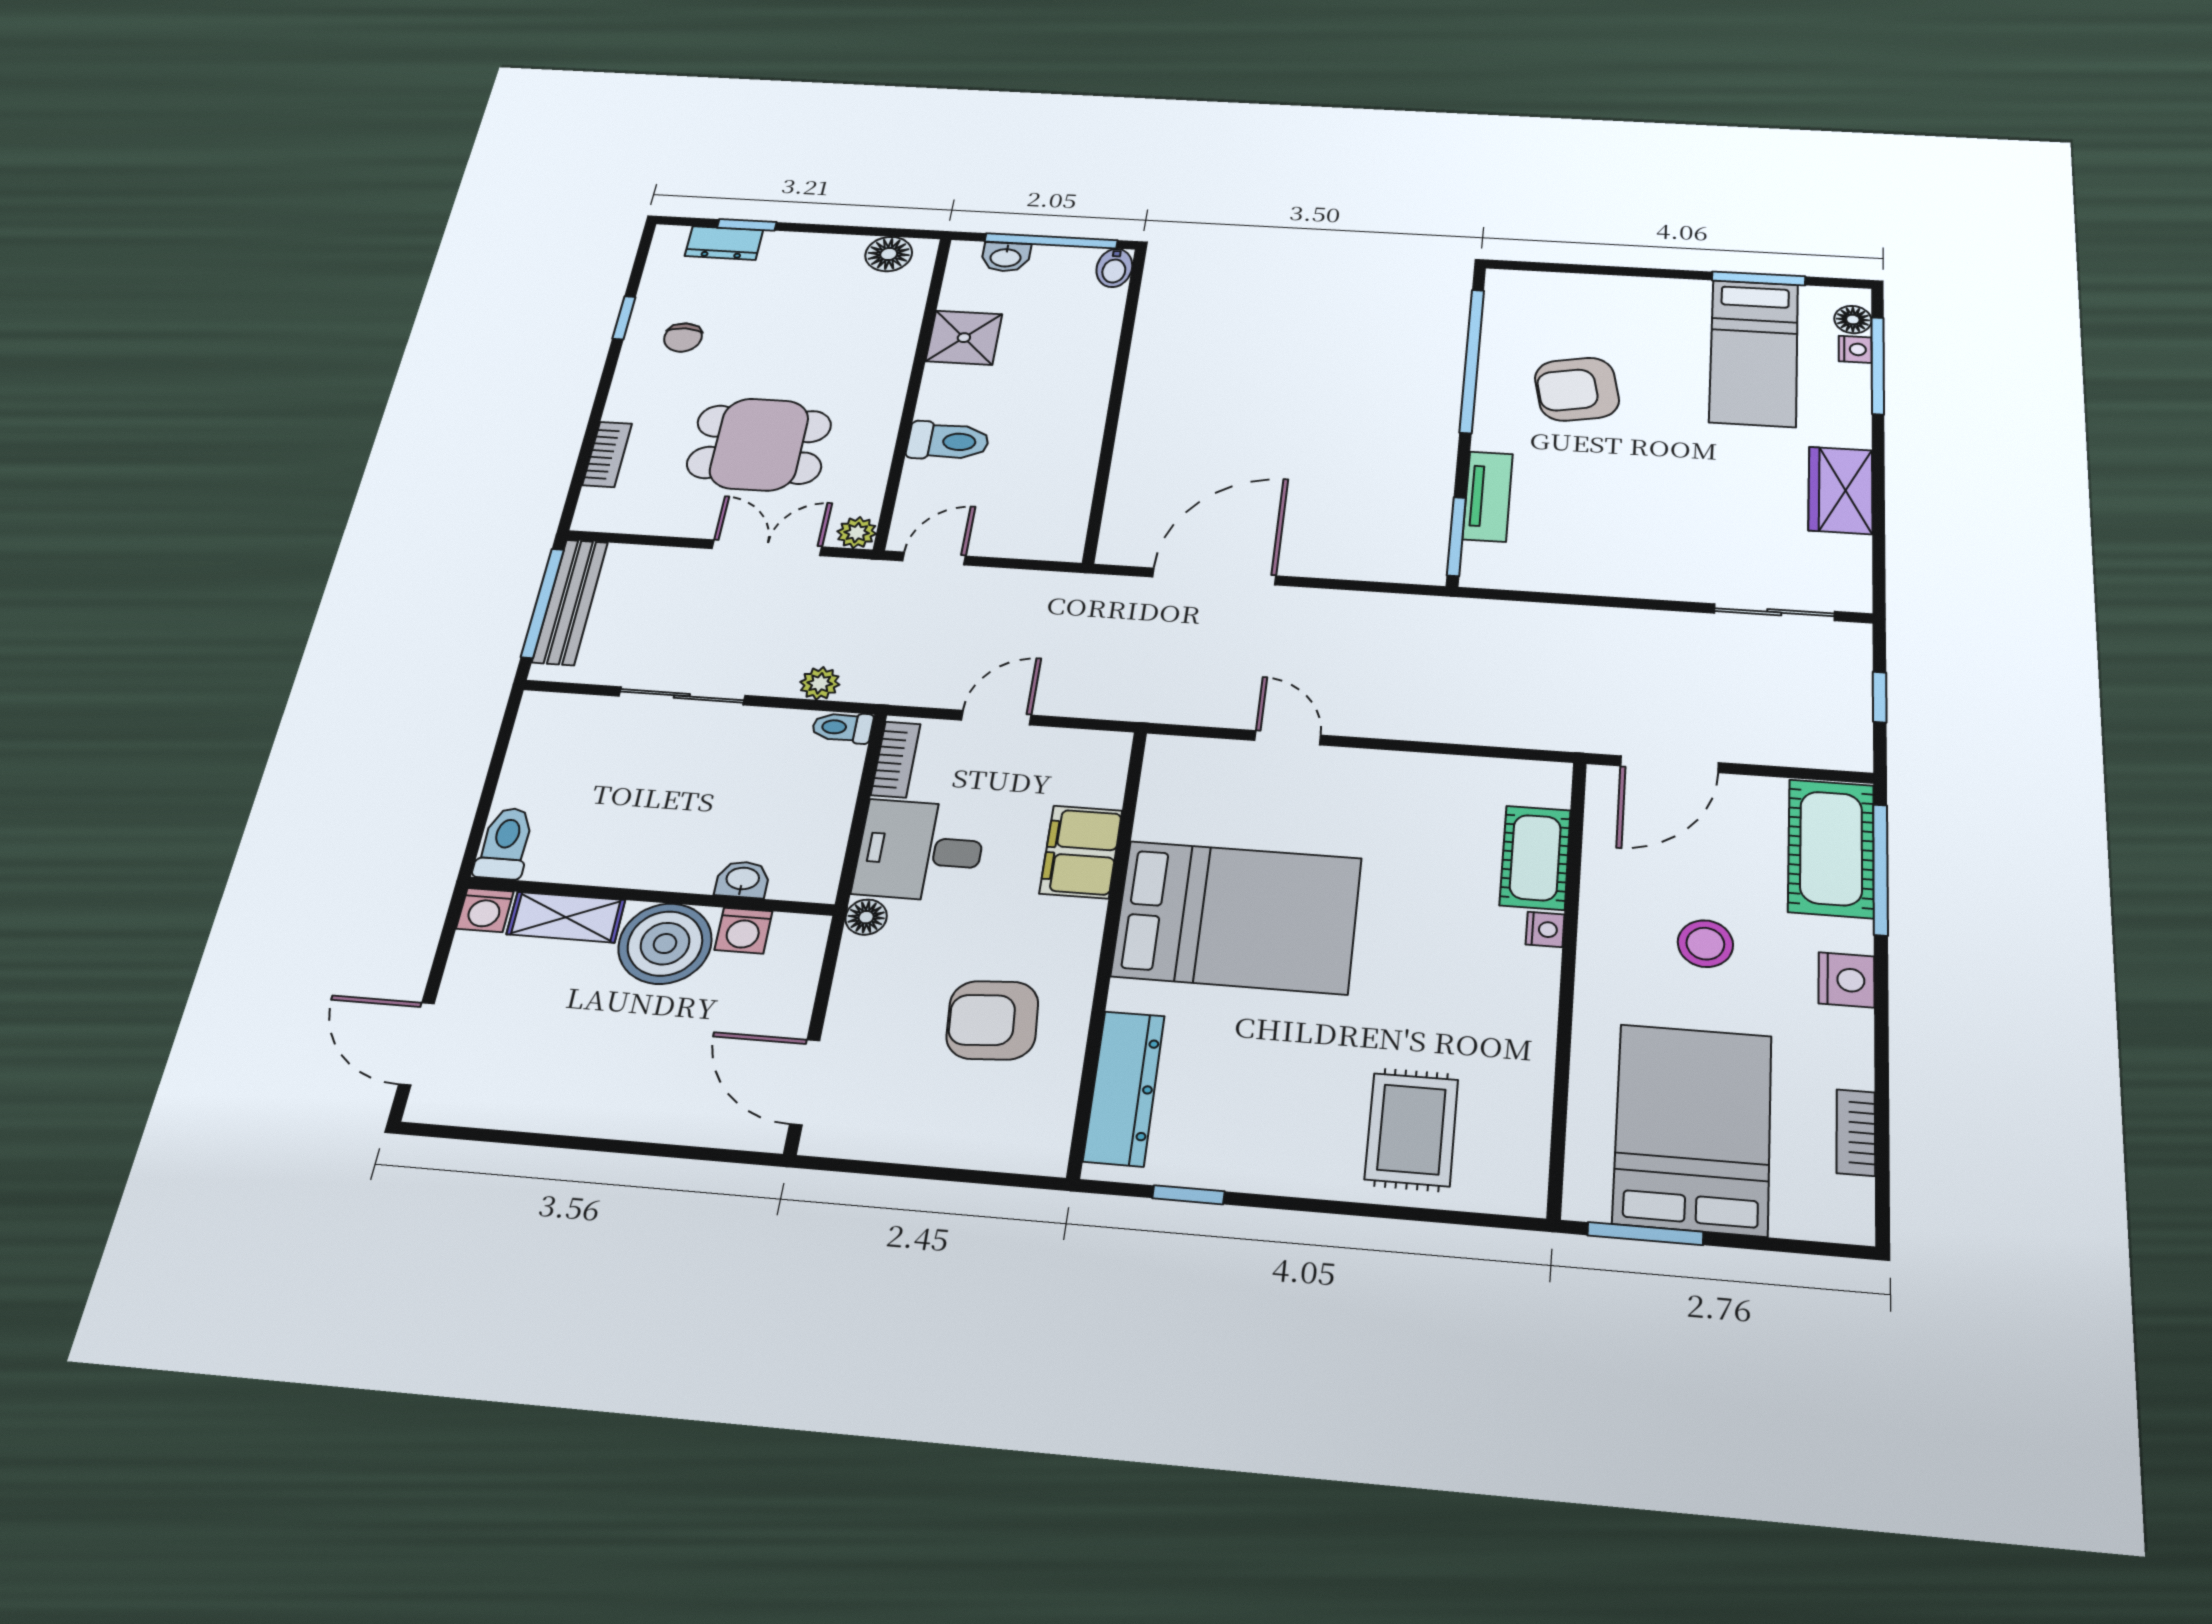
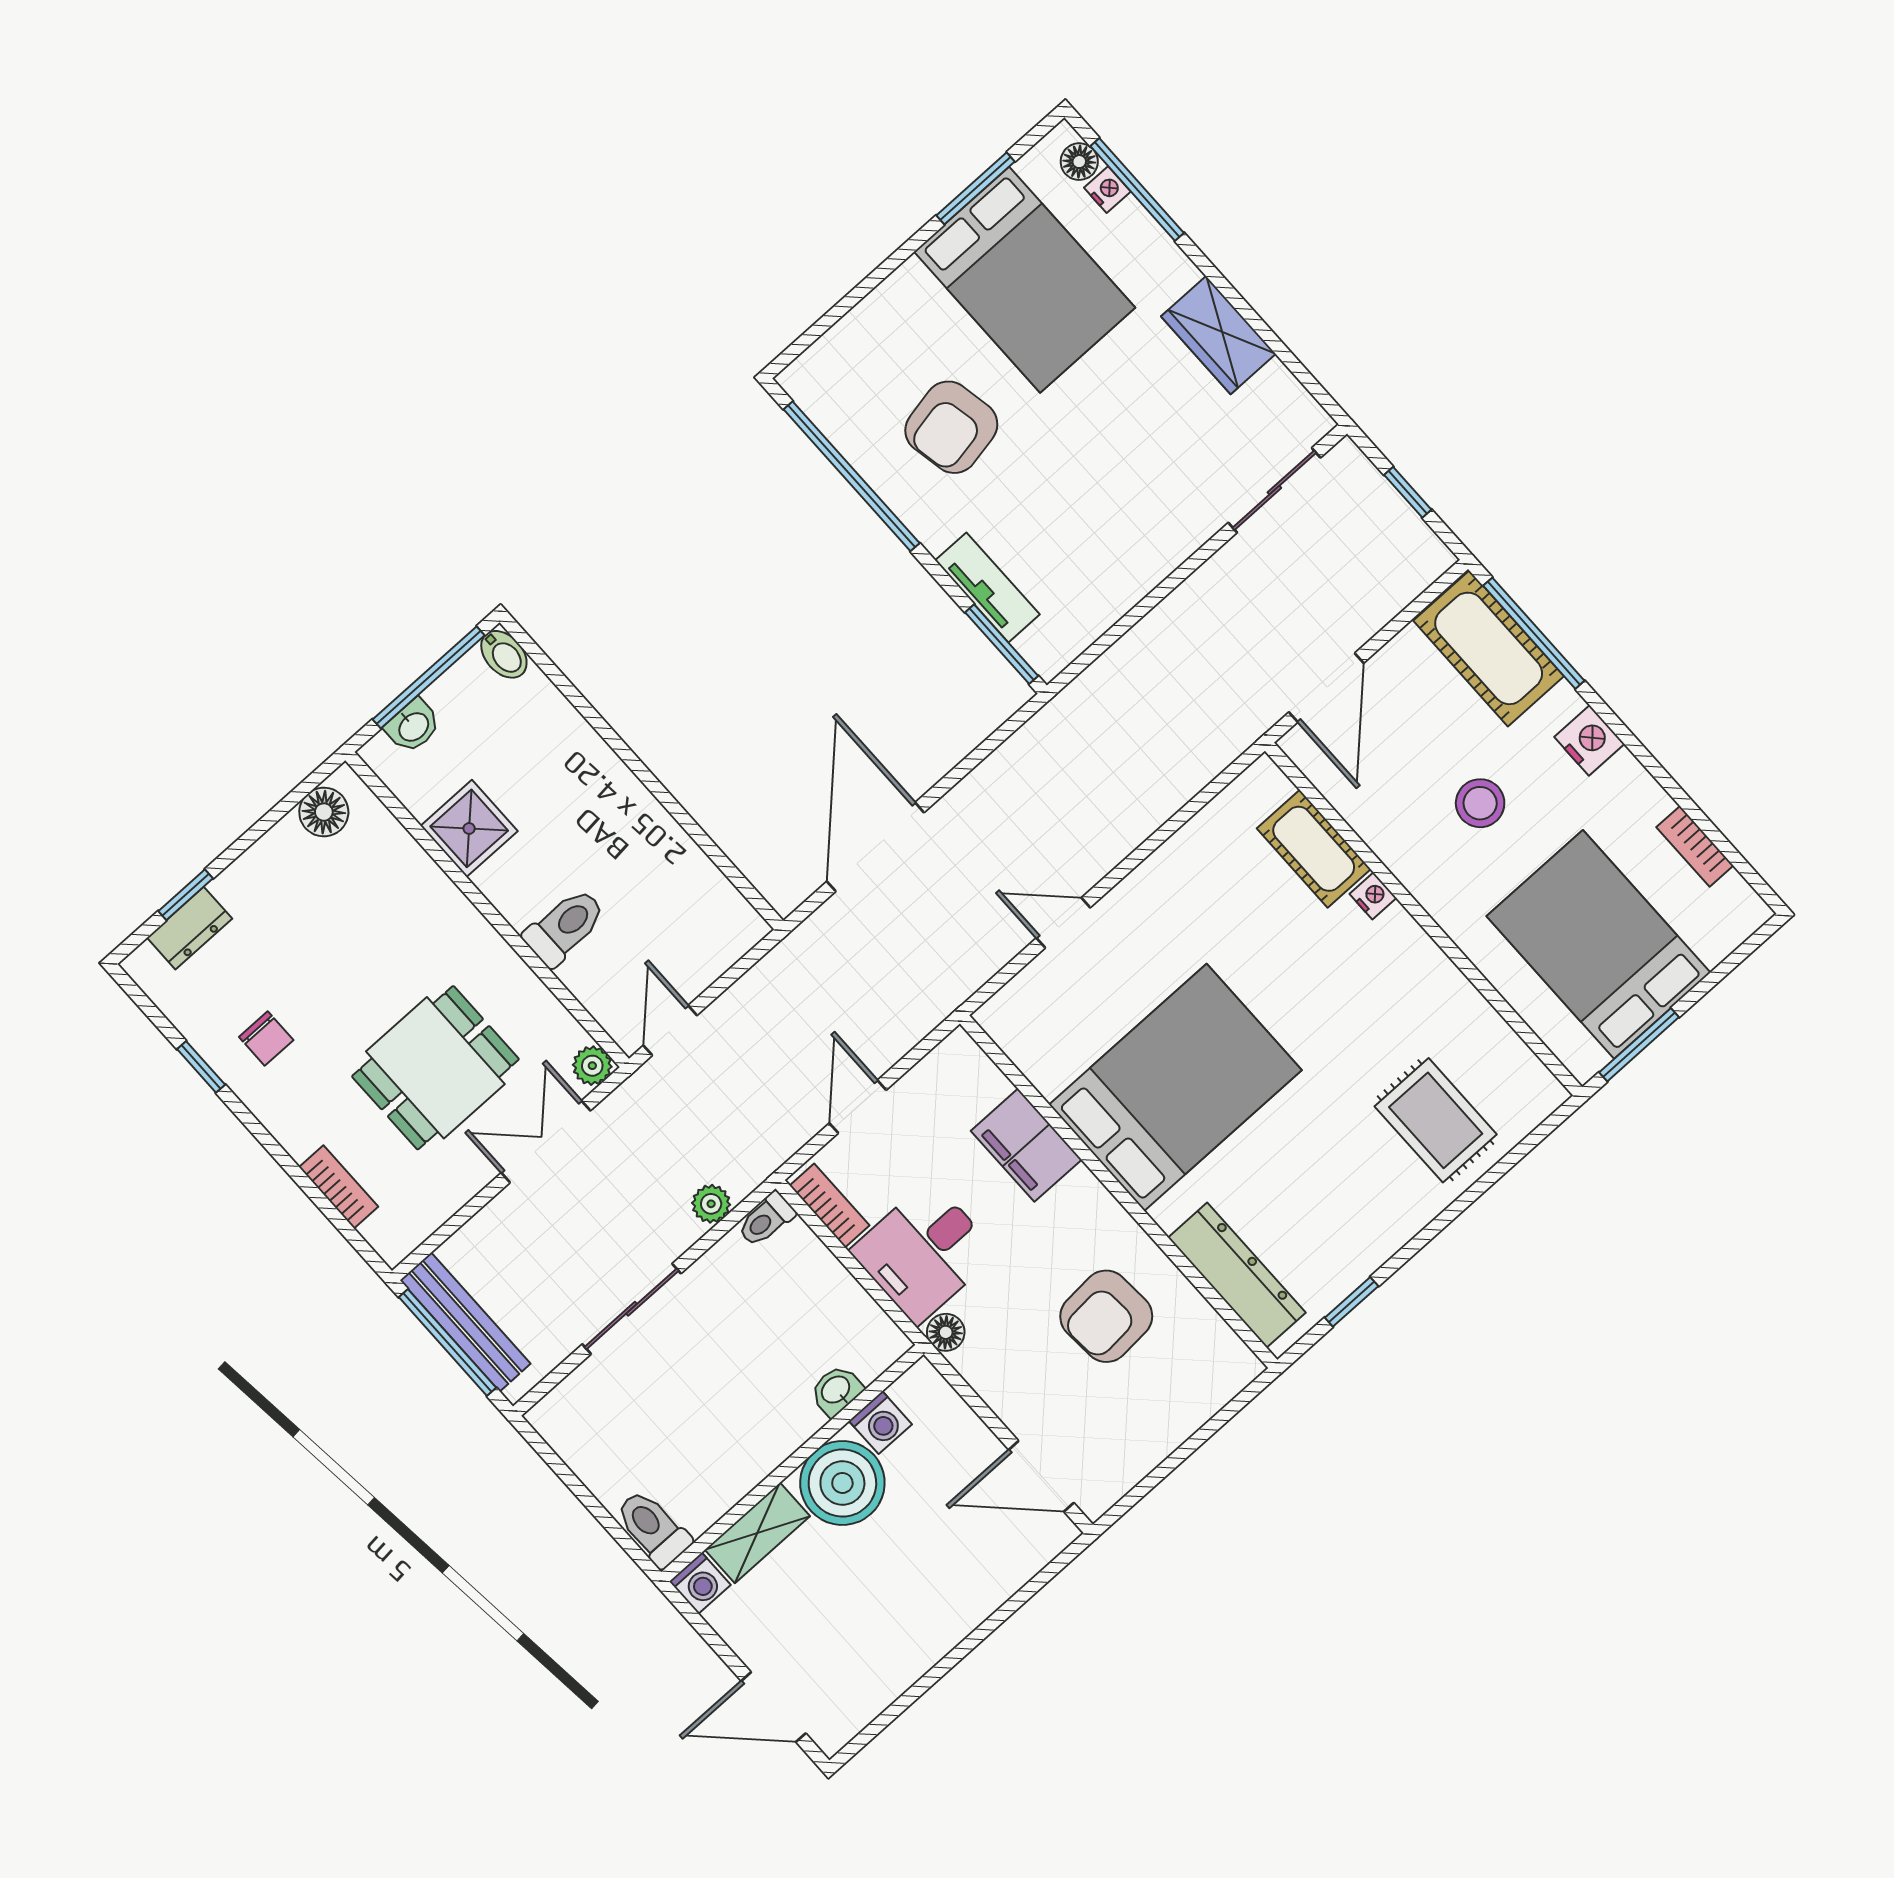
bed: (1754, 353) -> (1025, 280), width x1.50

